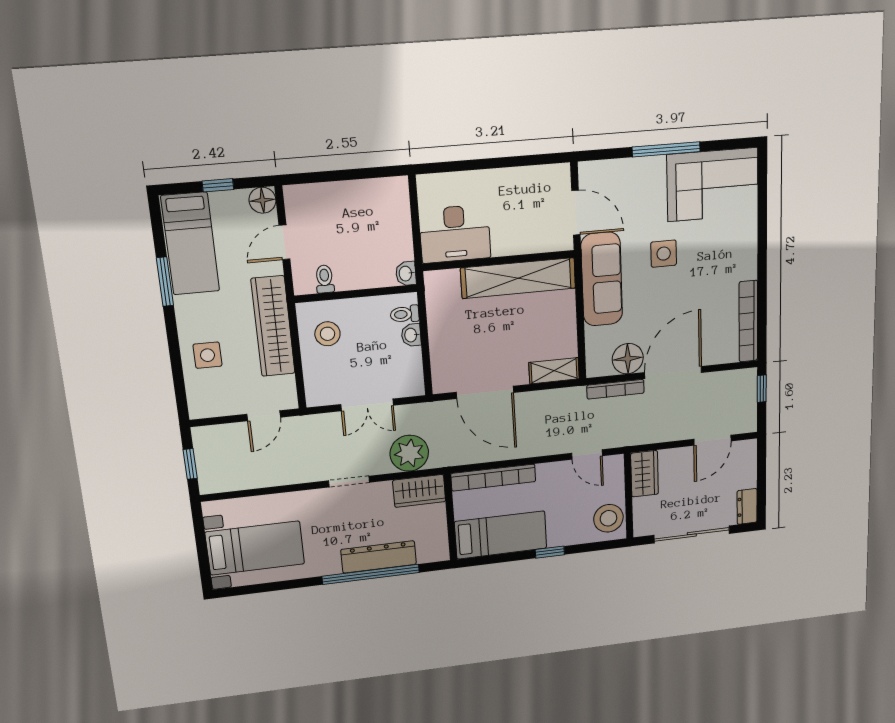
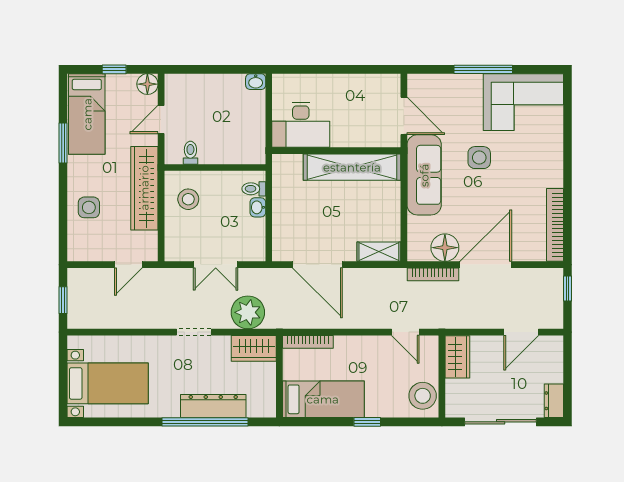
washbasin: (406, 274) -> (256, 82), moved, turned -90
bookcase: (493, 478) -> (308, 342), width x0.68, depth x0.76

